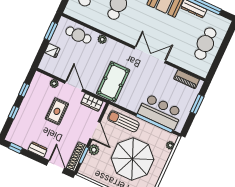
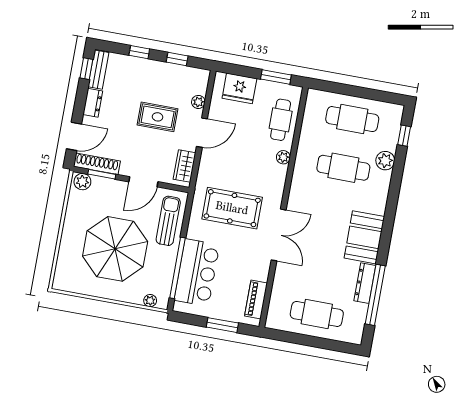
fridge: (52, 51) -> (239, 88), width x1.88, depth x1.34
pool table: (113, 82) -> (232, 208), moved
bench: (18, 141) -> (98, 70), added
plant: (94, 150) -> (82, 182), moved

